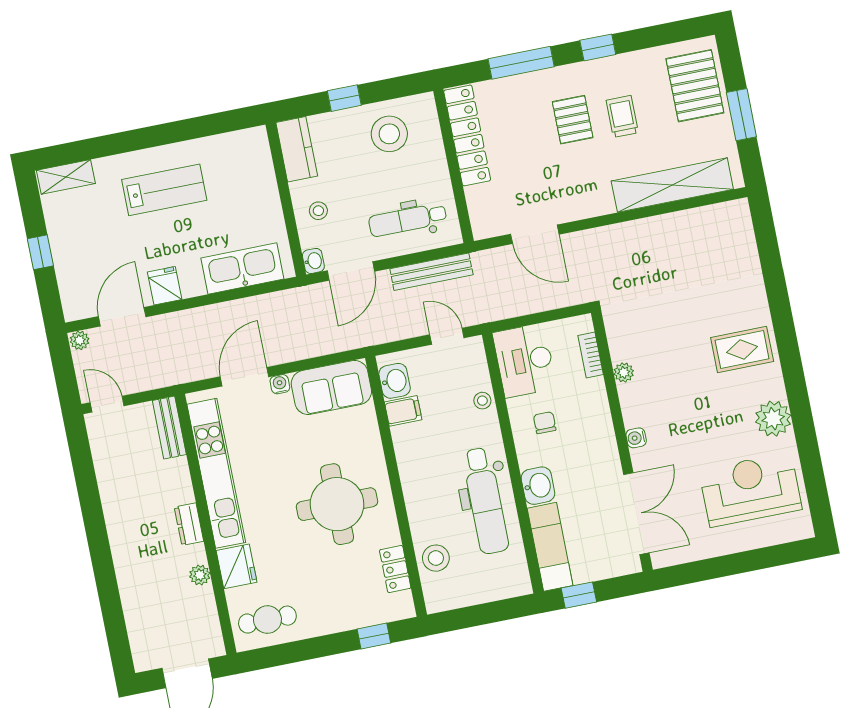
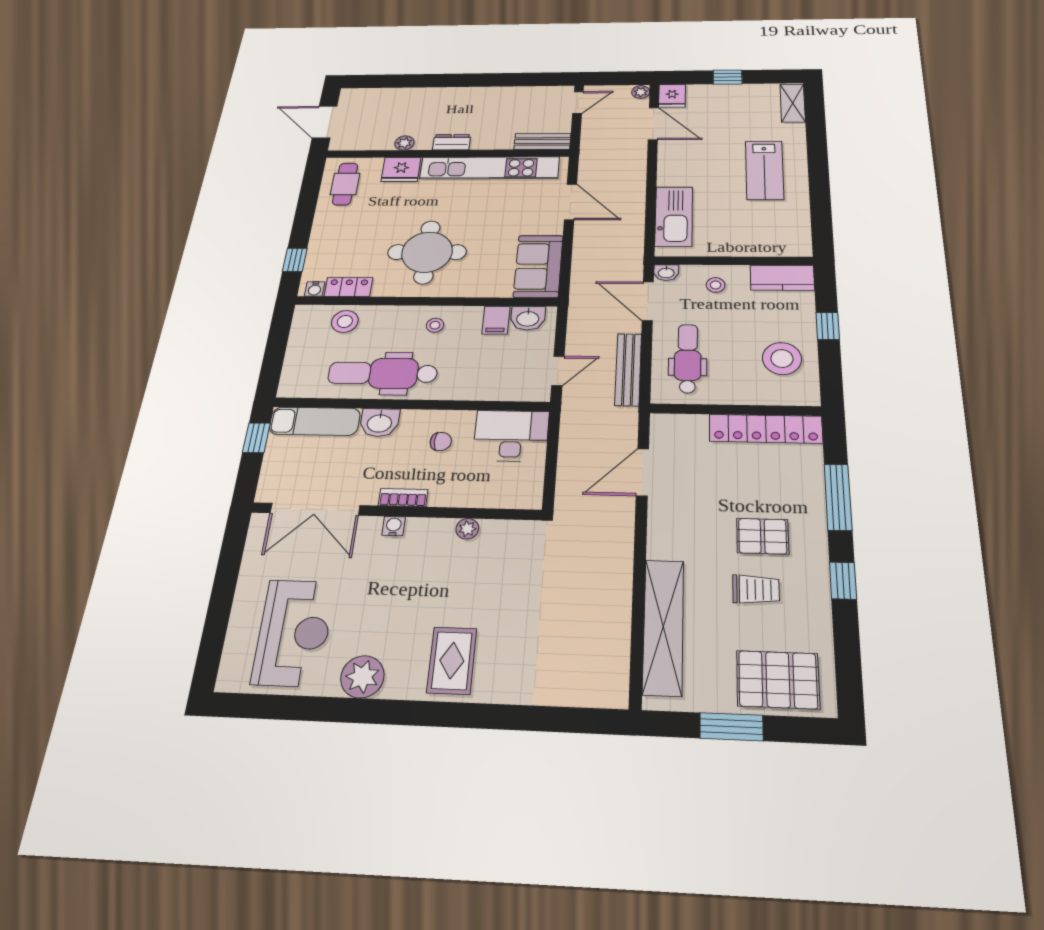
fridge: (165, 286) -> (672, 96), moved, turned 90
bookcase: (591, 355) -> (403, 497), moved
water cooler: (280, 384) -> (315, 289), moved, turned 90
stool: (482, 401) -> (435, 325), moved

